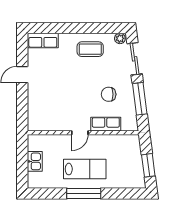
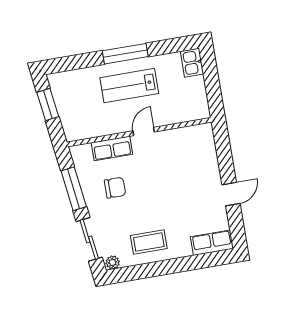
kitchen sink: (35, 161) -> (192, 63), moved

